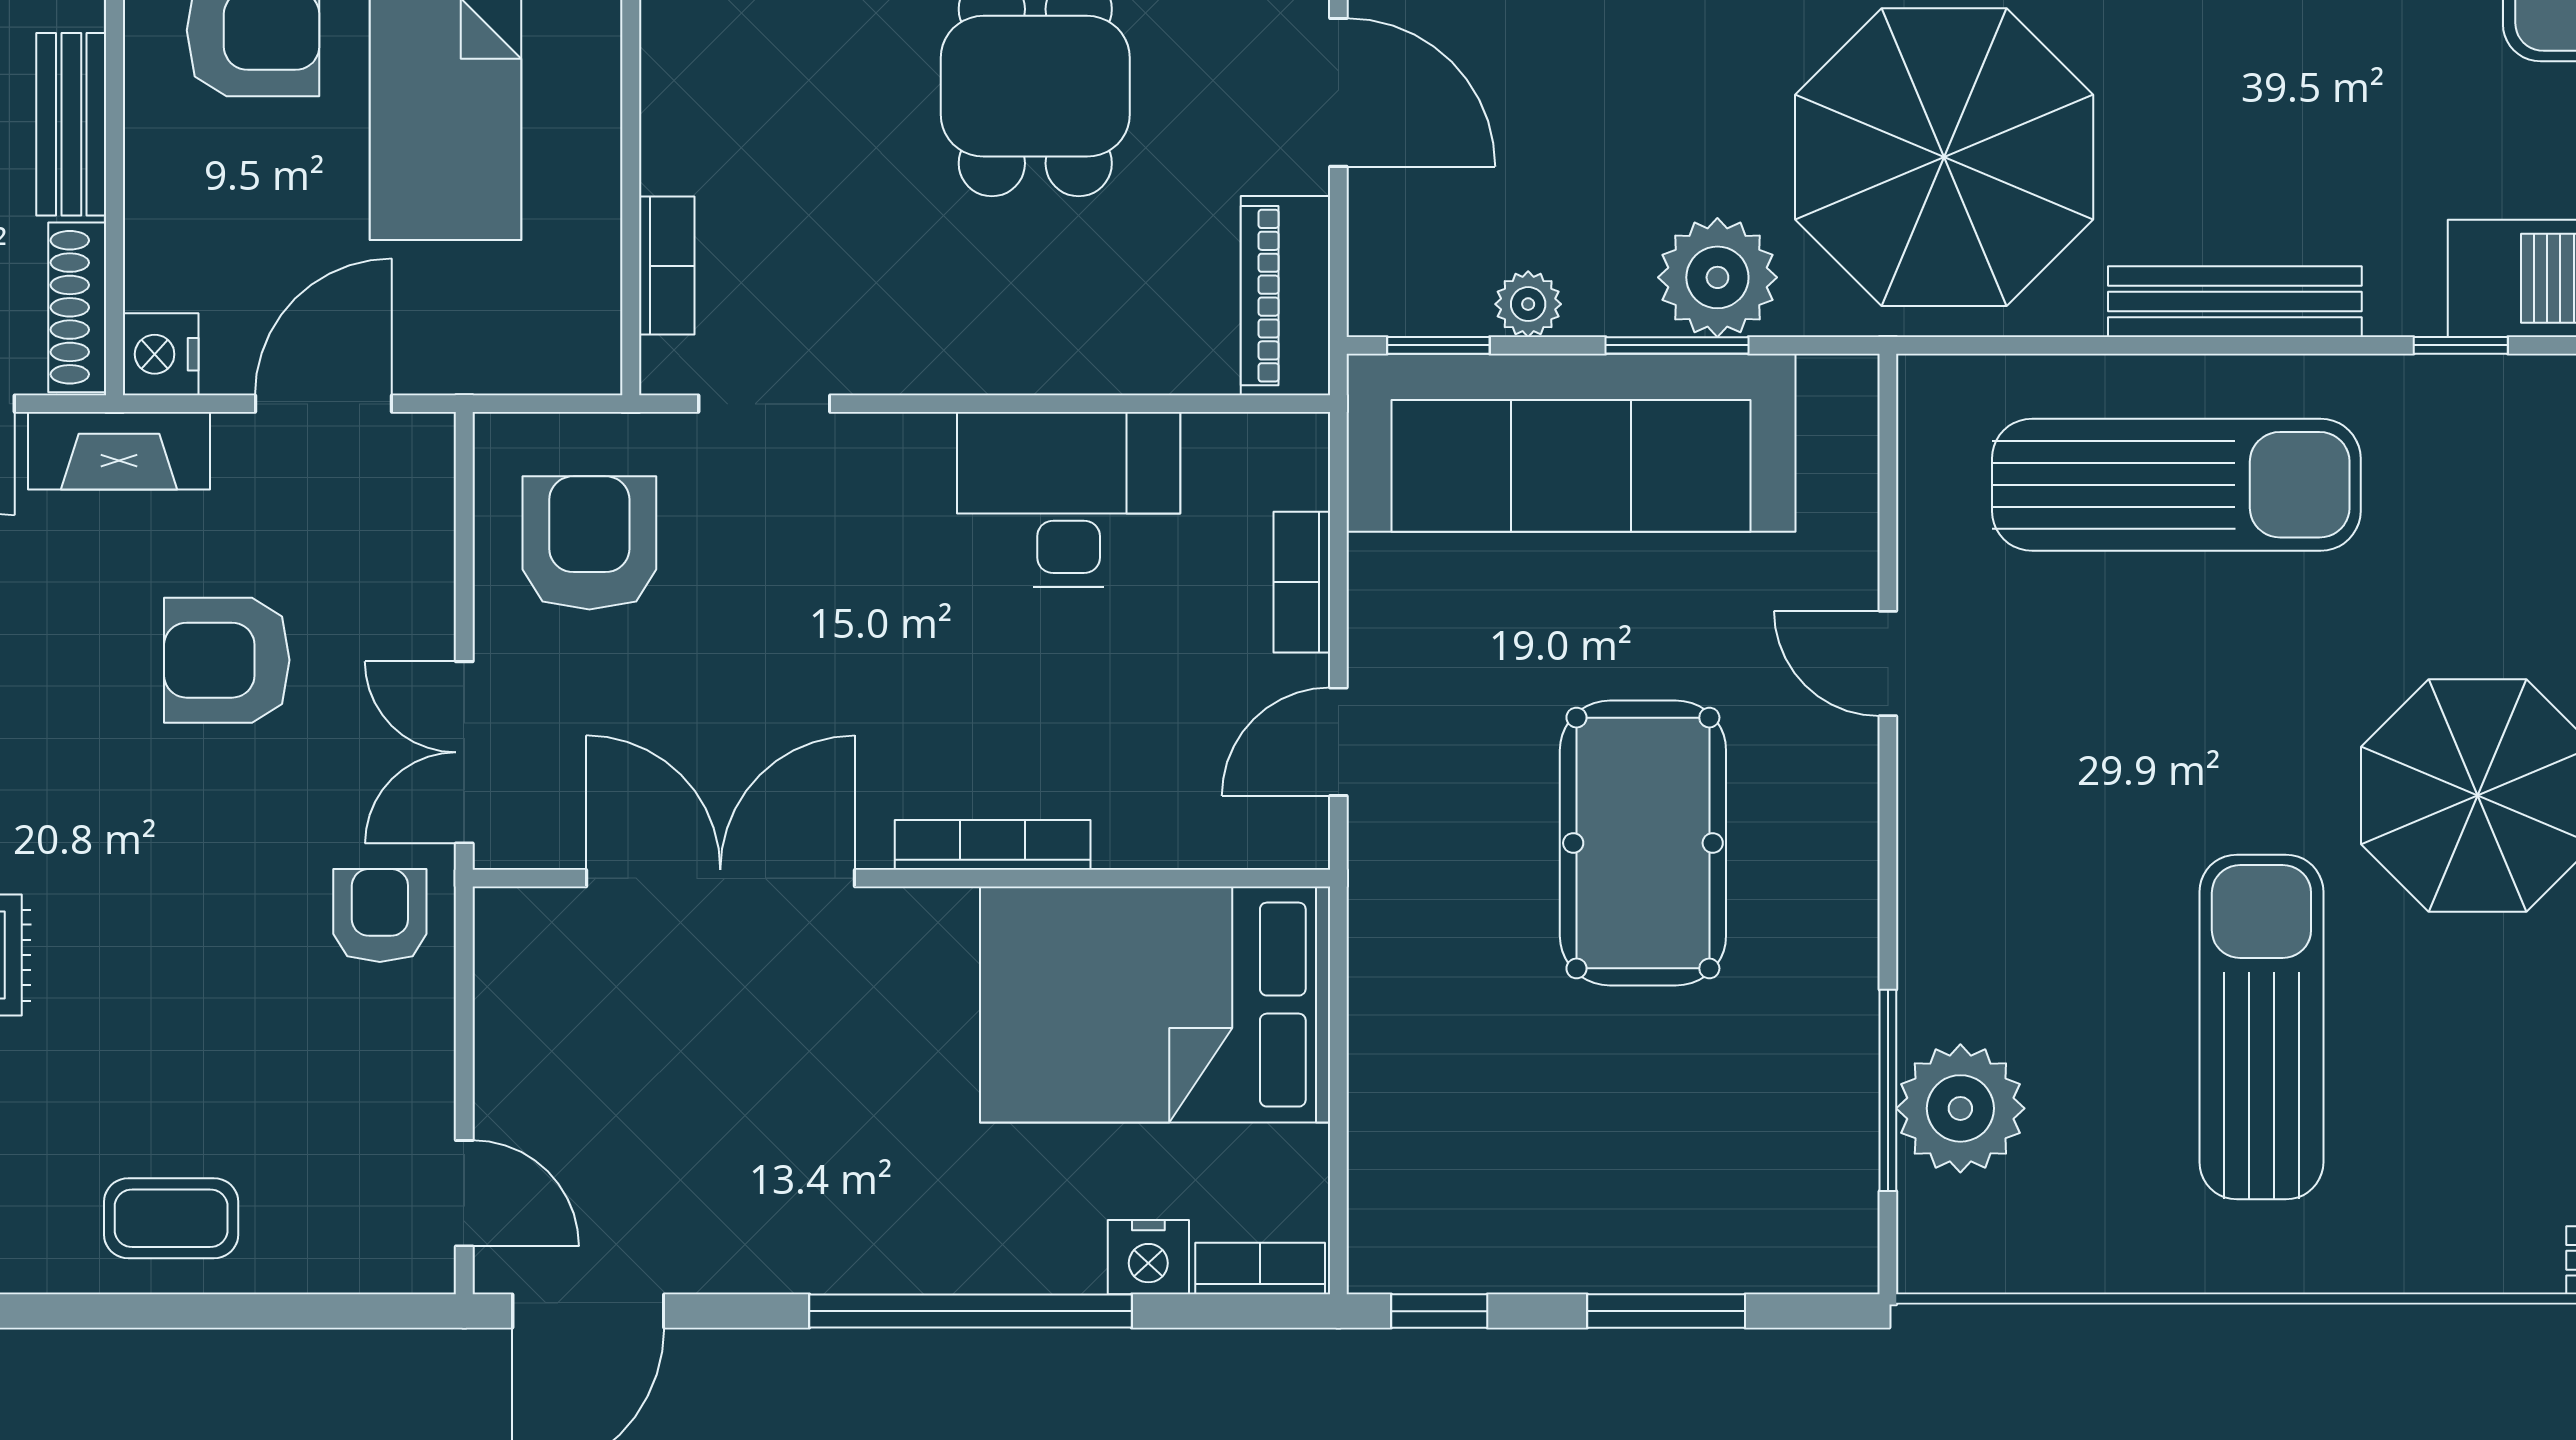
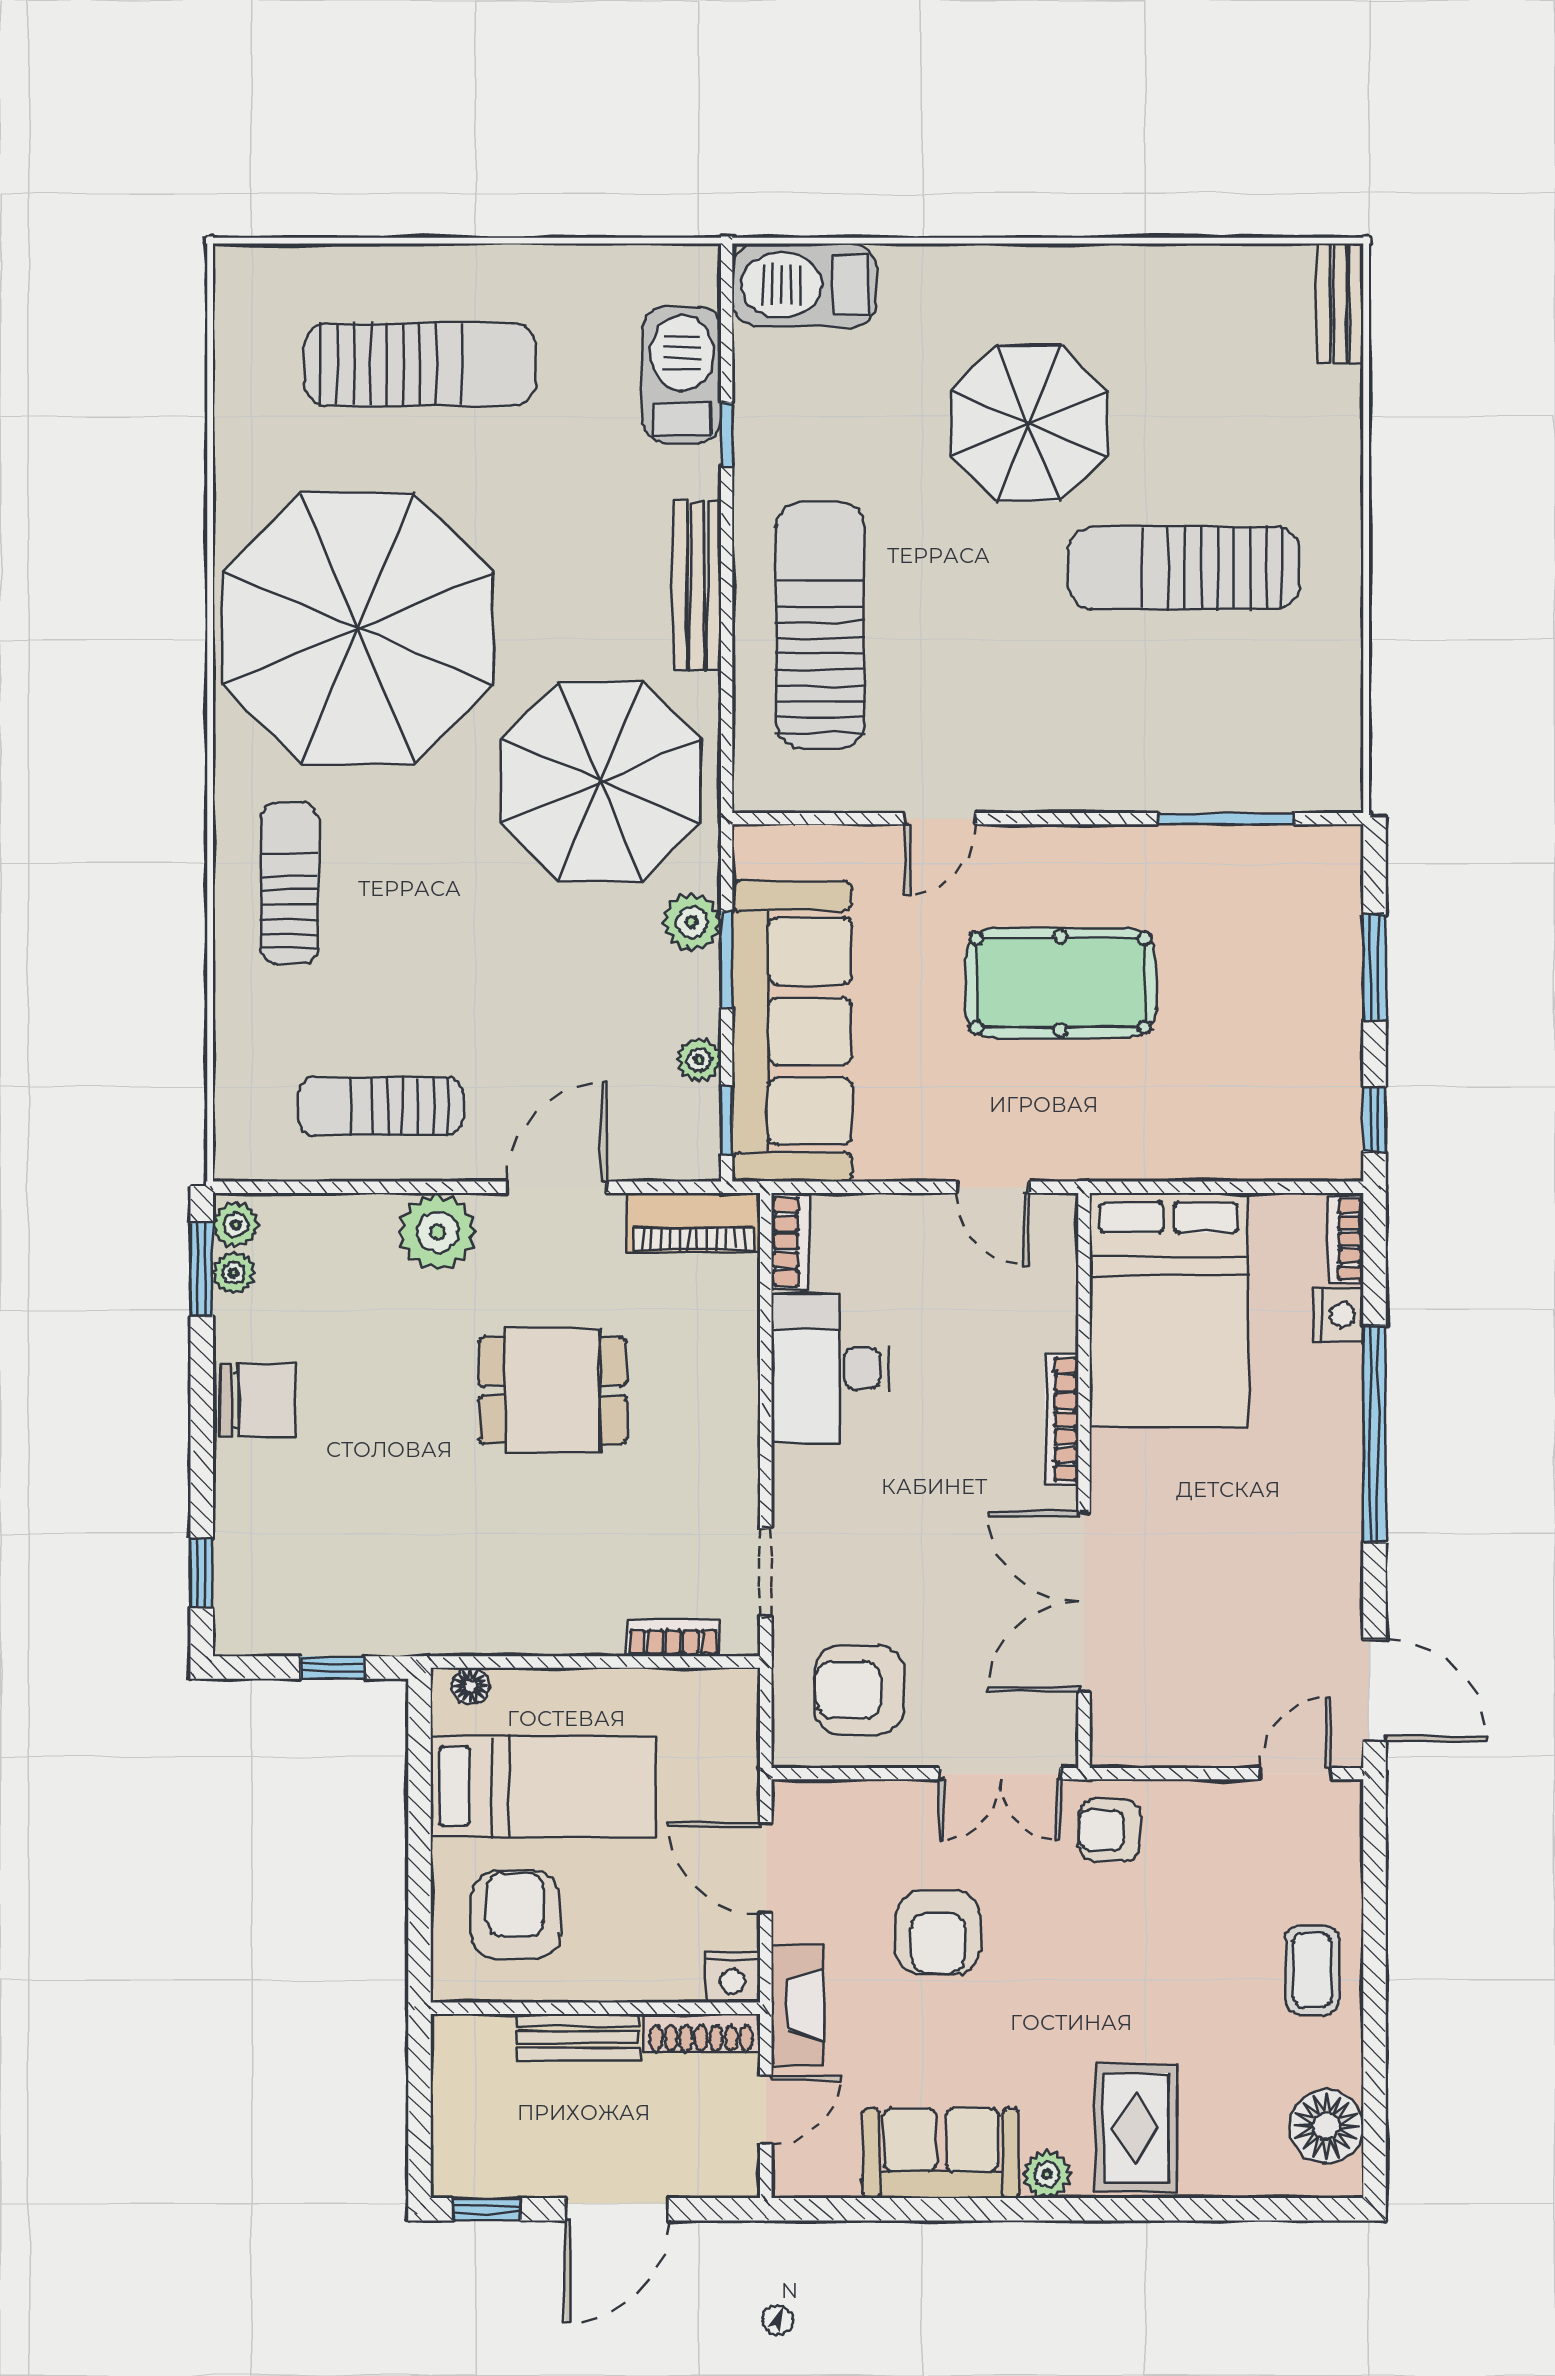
plant: (1717, 277) -> (692, 922), width x0.73, depth x0.73
bookcase: (1302, 582) -> (790, 1242), moved, turned -90
plant: (1960, 1108) -> (1239, 770), removed

